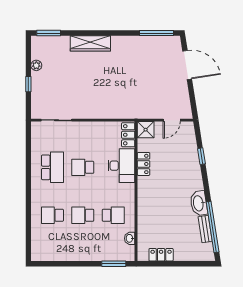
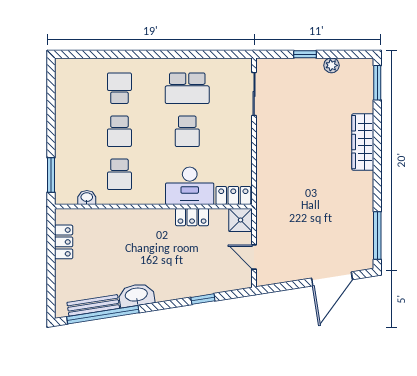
school desk: (83, 167) -> (187, 131), turned 180
school desk: (83, 215) -> (119, 131), turned 180
bench: (205, 229) -> (93, 305), width x1.36

